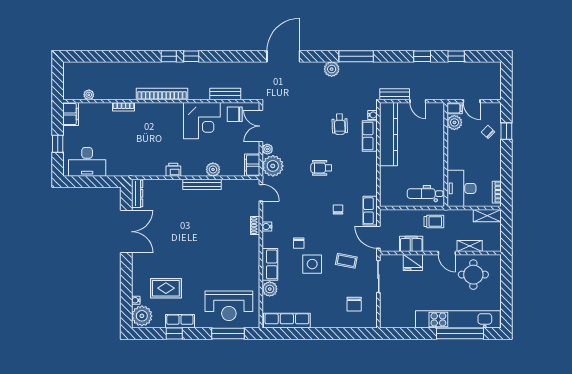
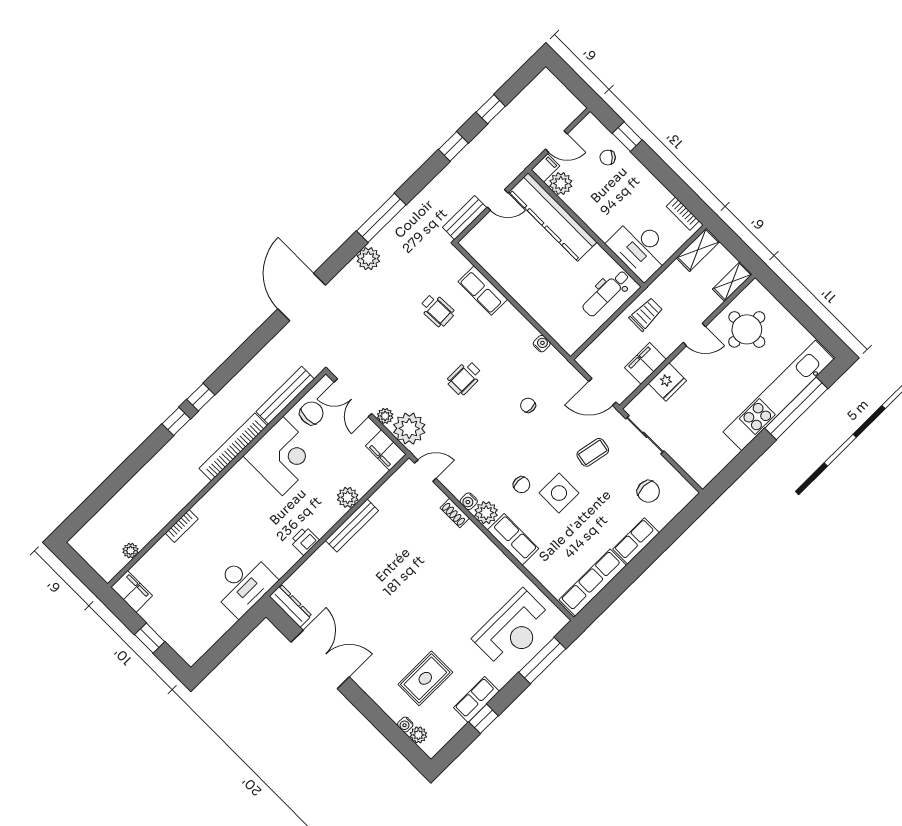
bookcase: (162, 94) -> (233, 447), moved
bench: (225, 94) -> (285, 395), width x1.36
chair: (235, 114) -> (312, 413), turned 180
water cooler: (372, 115) -> (542, 344), moved
kitchen counter: (389, 134) -> (553, 217), moved, turned 180
desk: (87, 162) -> (244, 584), moved
row of seats: (370, 211) -> (636, 541), moved, turned 90
shelving: (470, 246) -> (732, 282), moved
plant: (270, 289) -> (486, 513), moved
plant: (142, 316) -> (418, 735), width x0.53, depth x0.53

